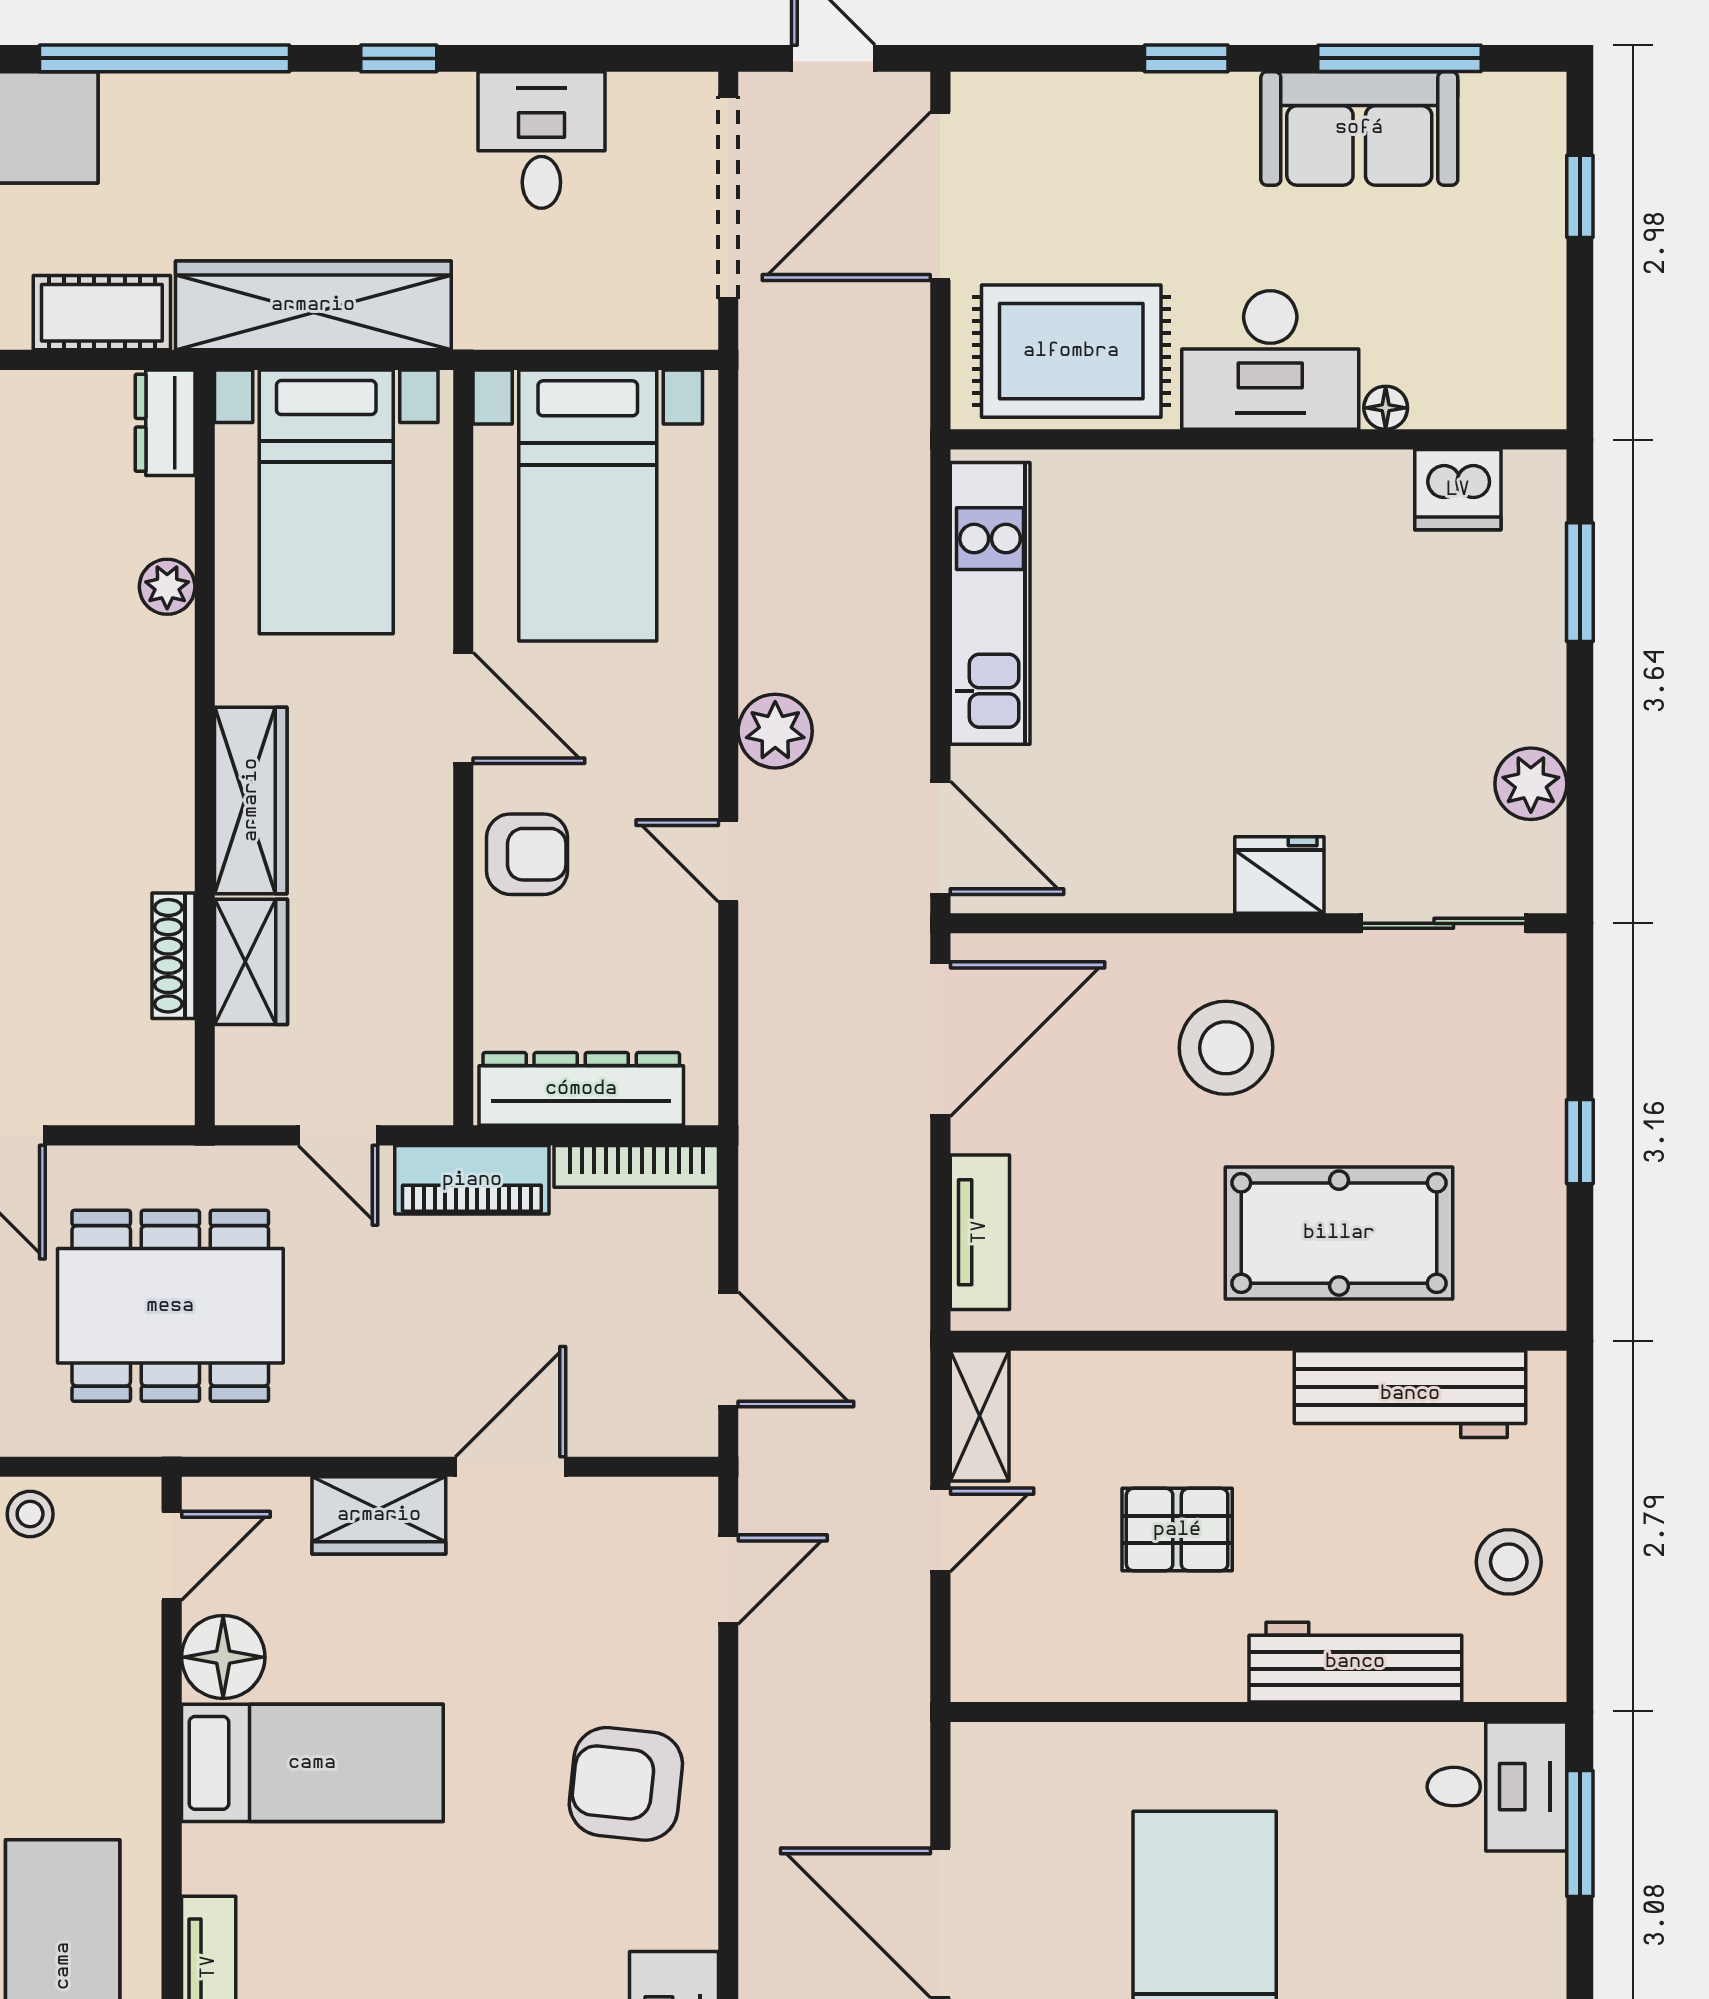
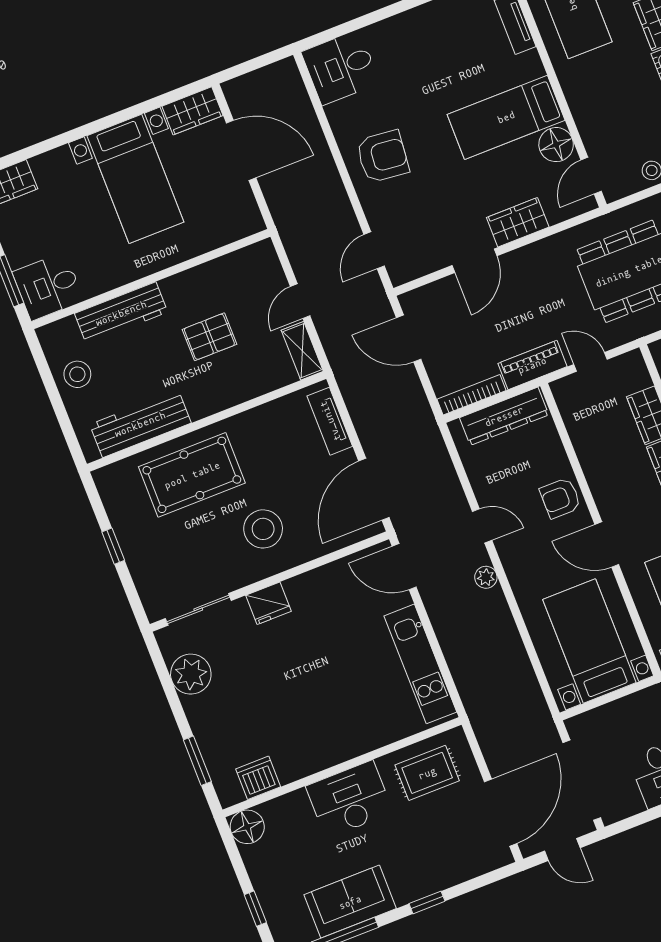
rug: (1071, 351) -> (427, 773), width x0.73, depth x0.70
floor lamp: (1386, 408) -> (247, 827), moved, width x1.89, depth x1.89
plant: (775, 731) -> (486, 577), width x0.73, depth x0.73
plant: (1531, 784) -> (191, 674), width x1.36, depth x1.36

